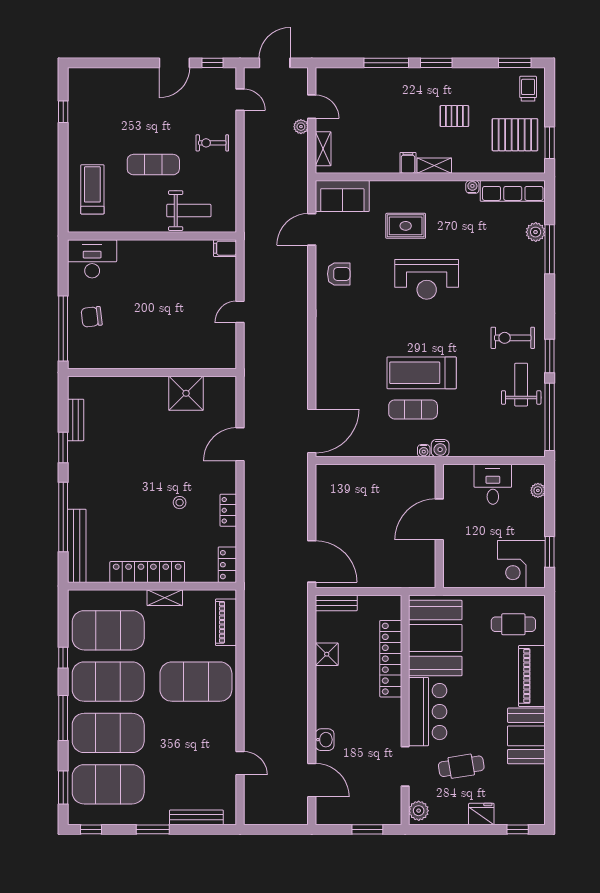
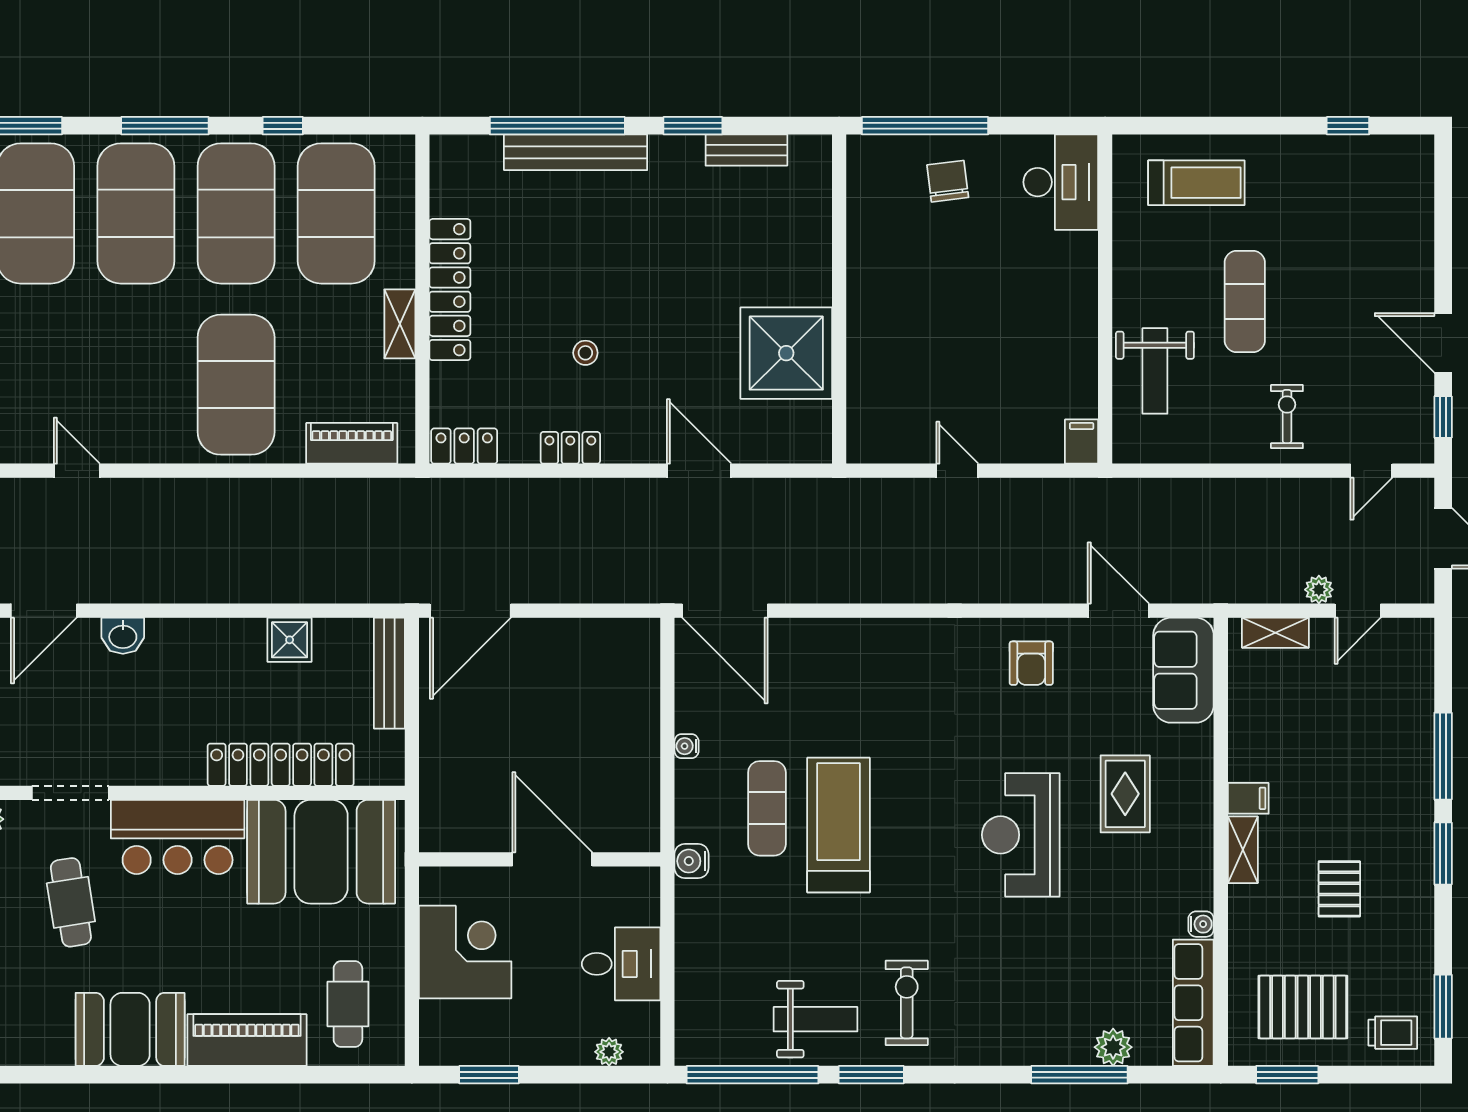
pallet: (515, 135) -> (1303, 1007), turned 90
shower: (186, 393) -> (786, 353), width x1.37, depth x1.37
water cooler: (424, 451) -> (687, 746), moved
bench: (77, 546) -> (576, 152), moved
corner desk: (521, 564) -> (465, 952), moved, turned 90
bench: (336, 603) -> (389, 673), width x1.36
door: (240, 763) -> (77, 471), swing flipped

